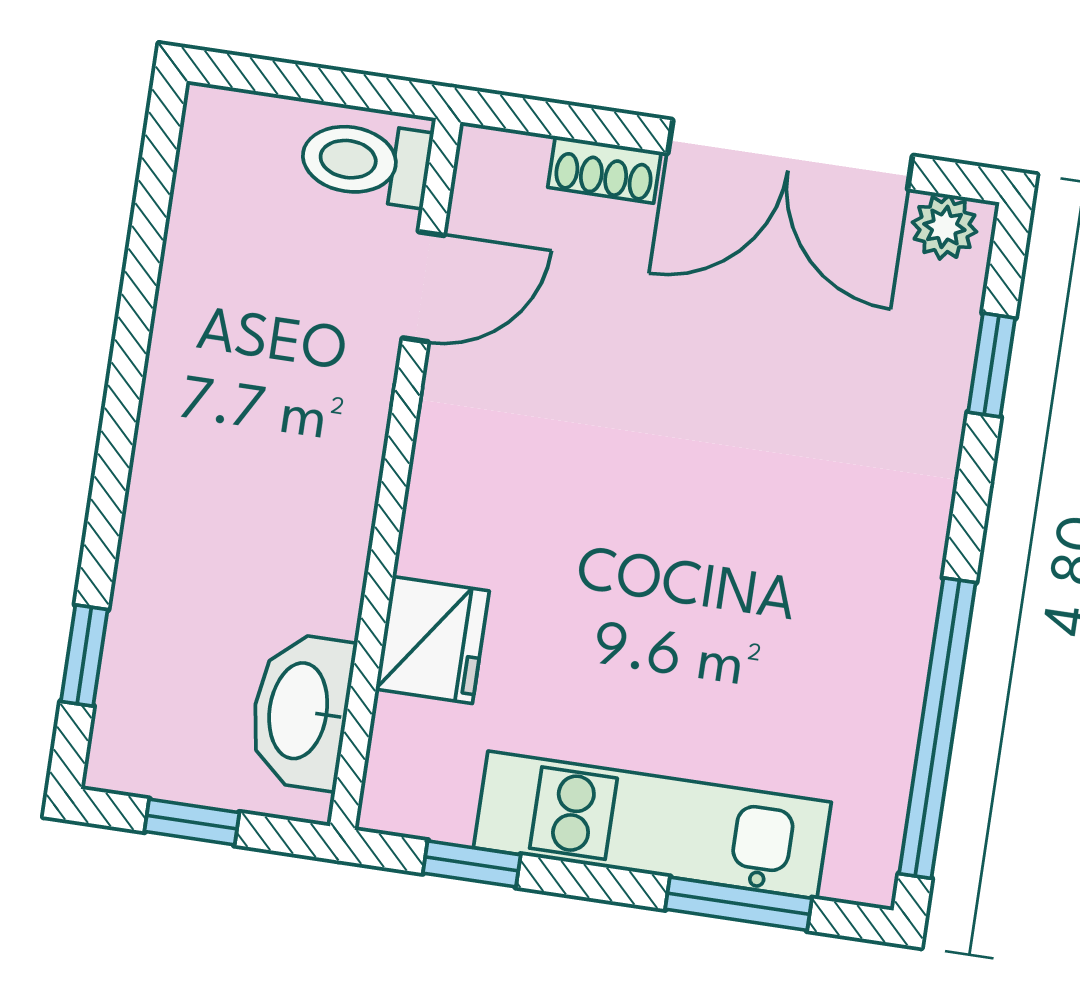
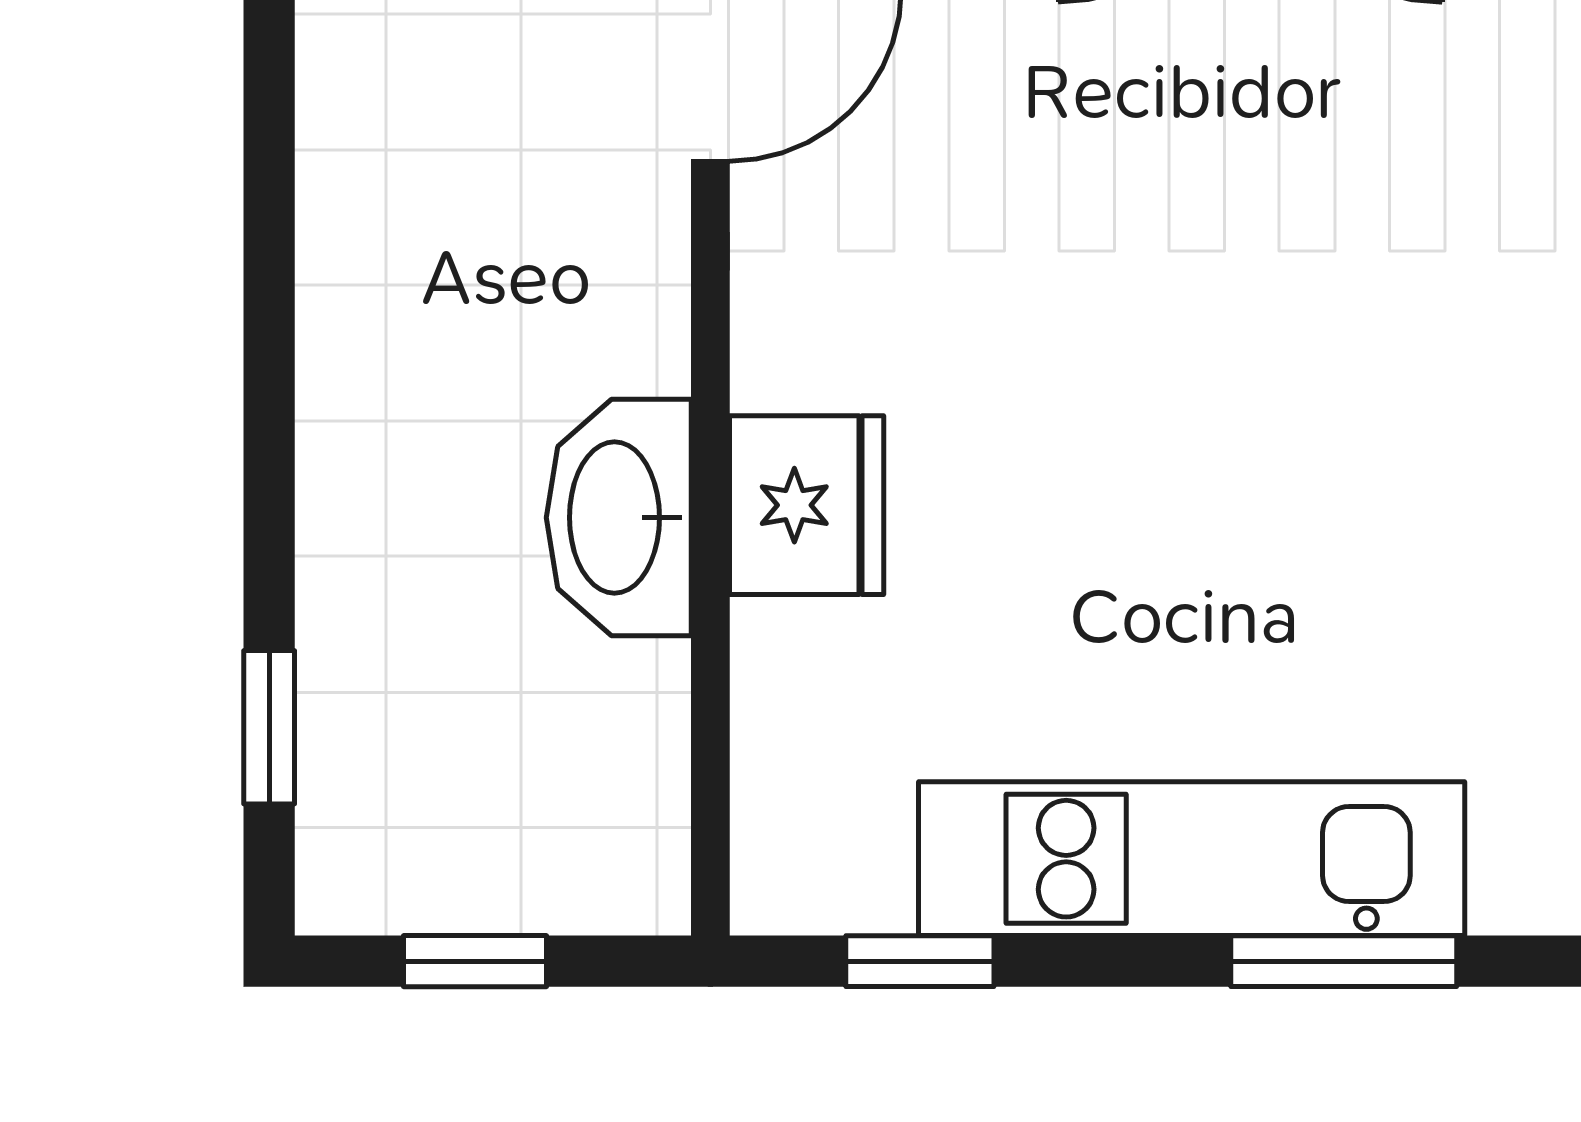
fridge: (432, 640) -> (807, 505), moved
washbasin: (301, 711) -> (619, 518), moved

